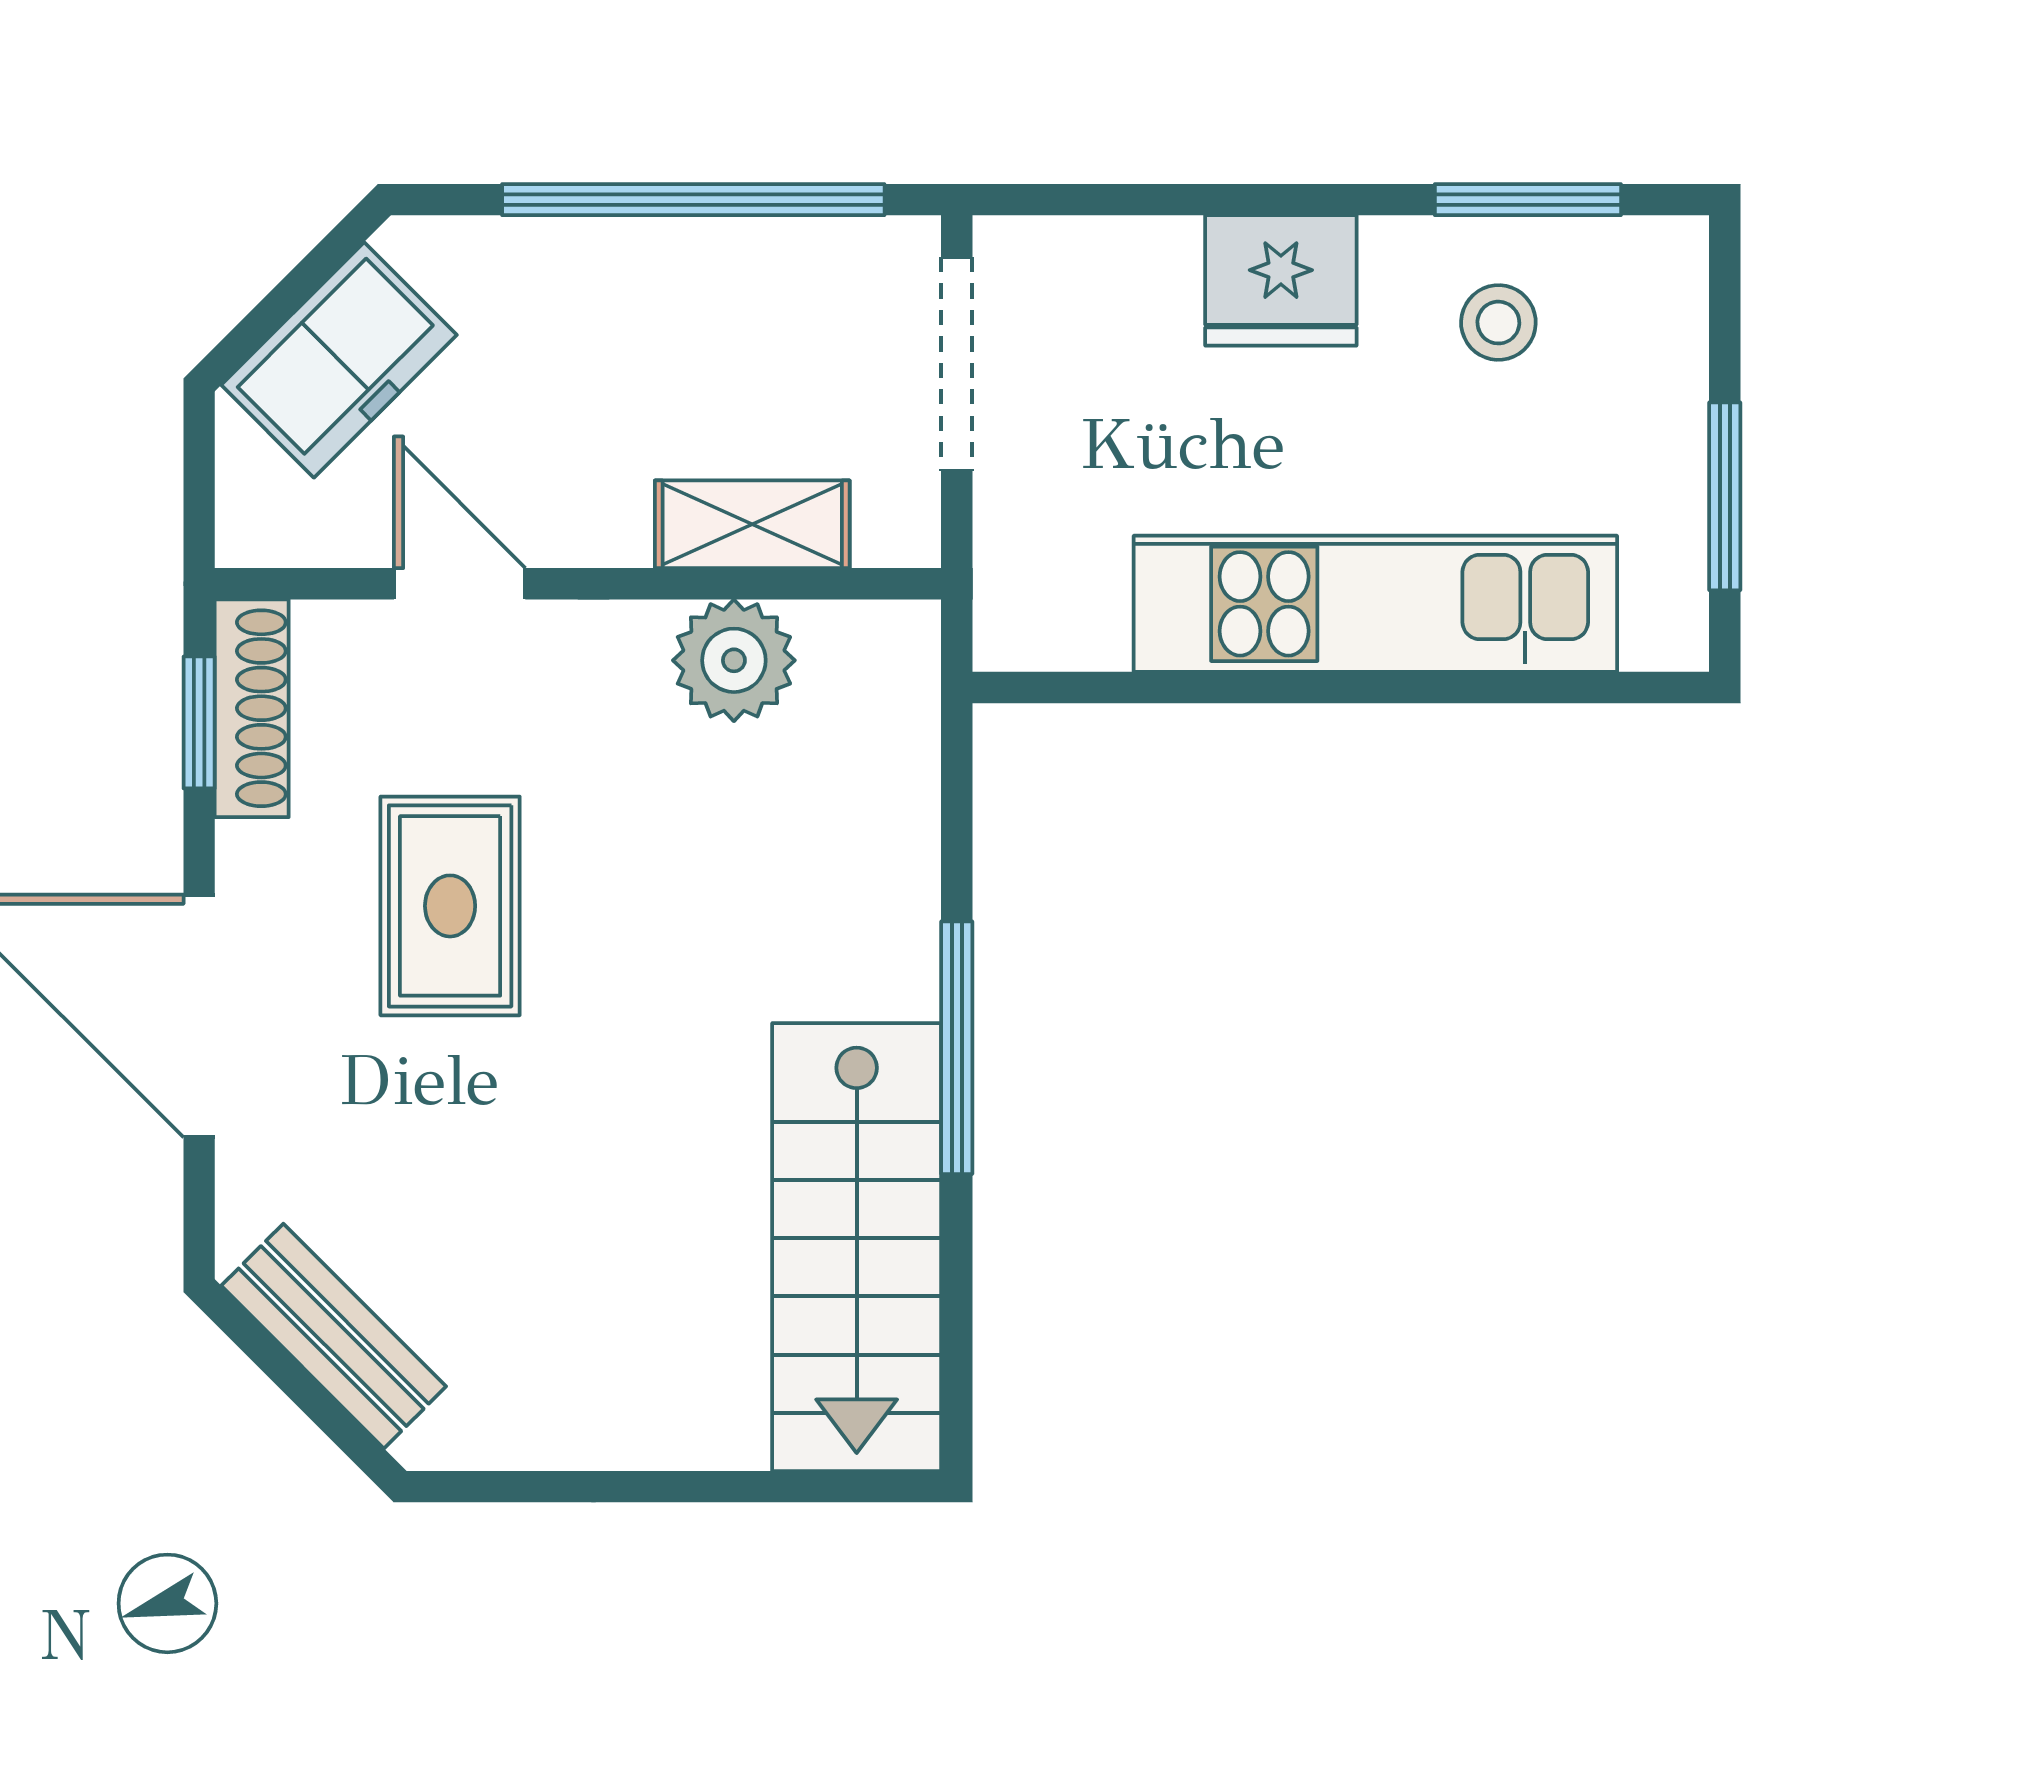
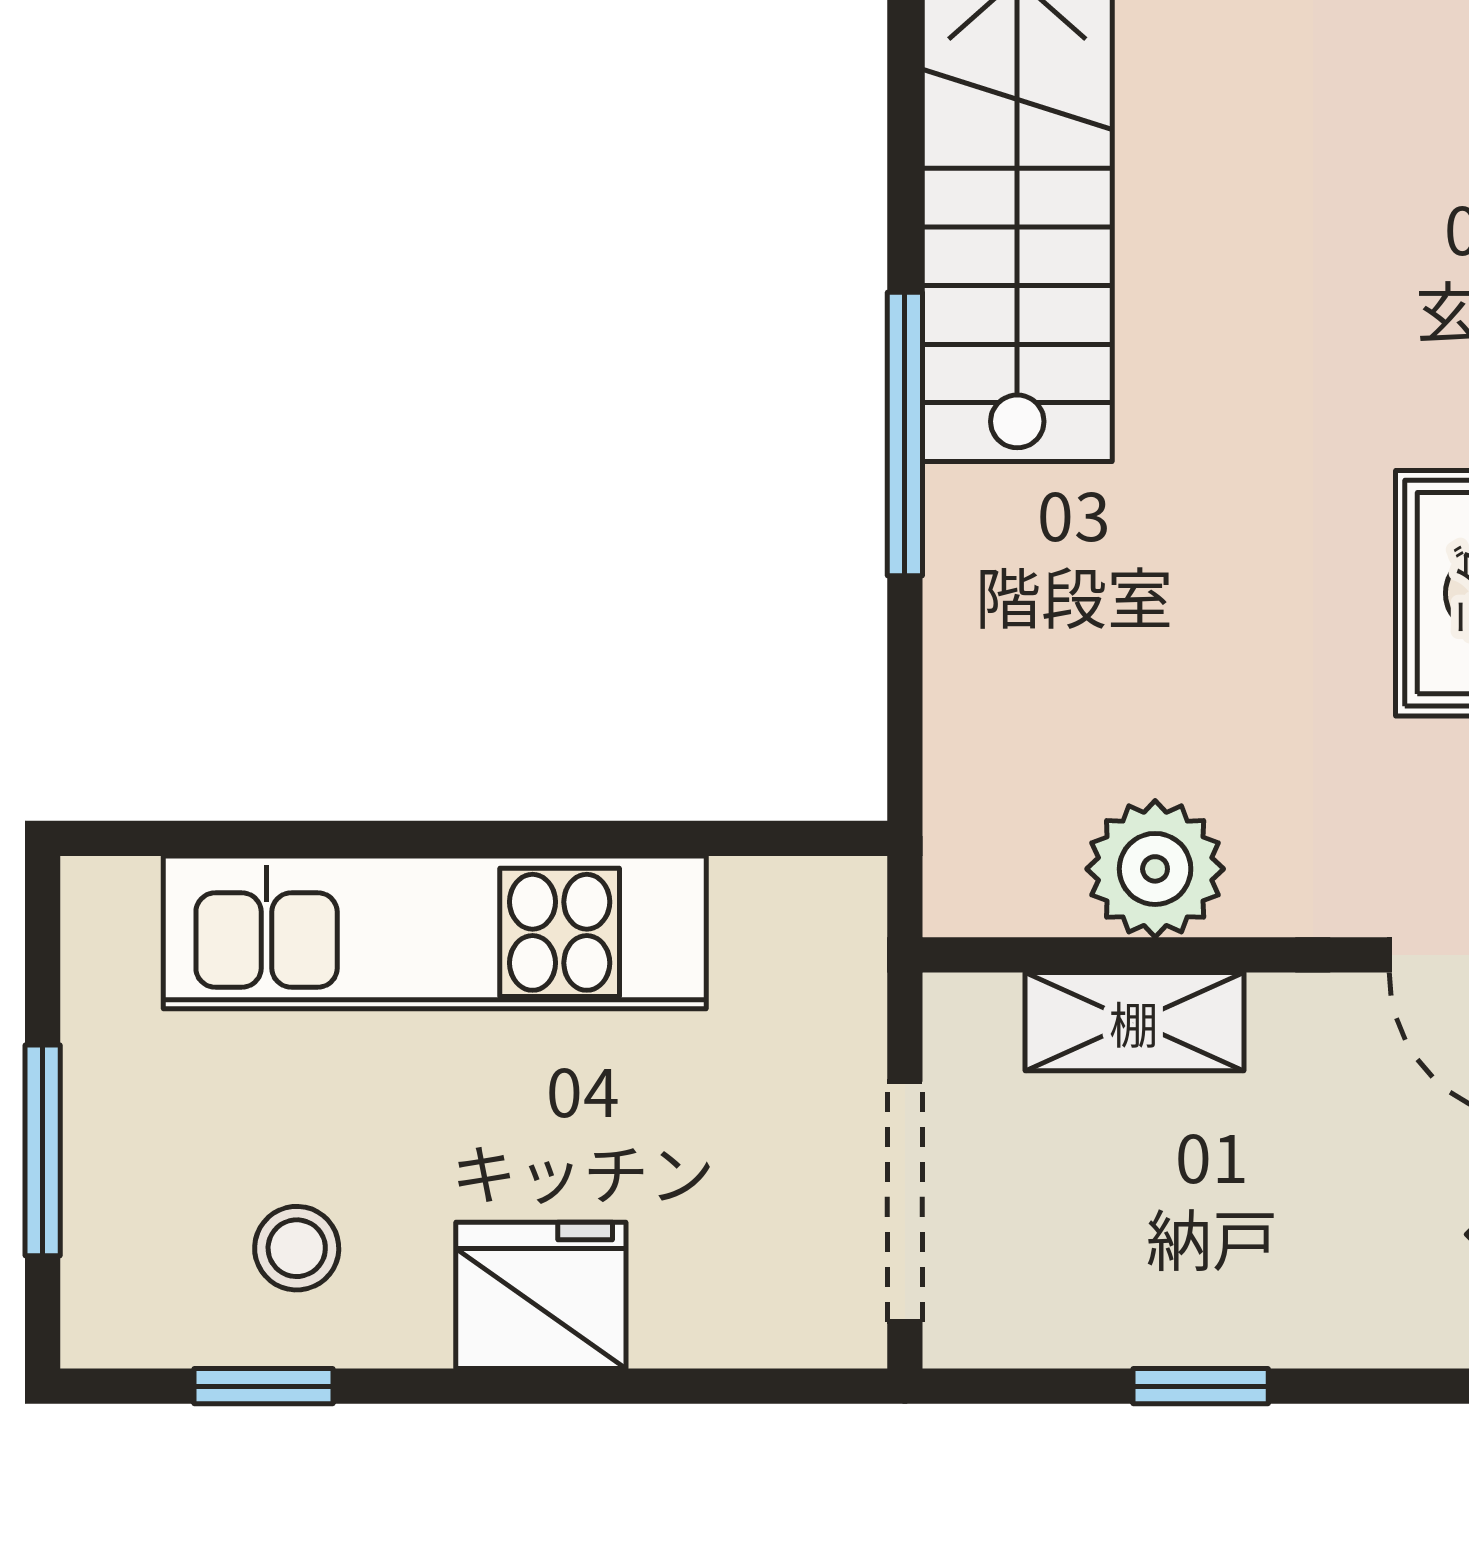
window: (693, 200) -> (1201, 1386), width x0.32
window: (1528, 200) -> (264, 1386), width x0.67
window: (1725, 496) -> (43, 1150), moved

